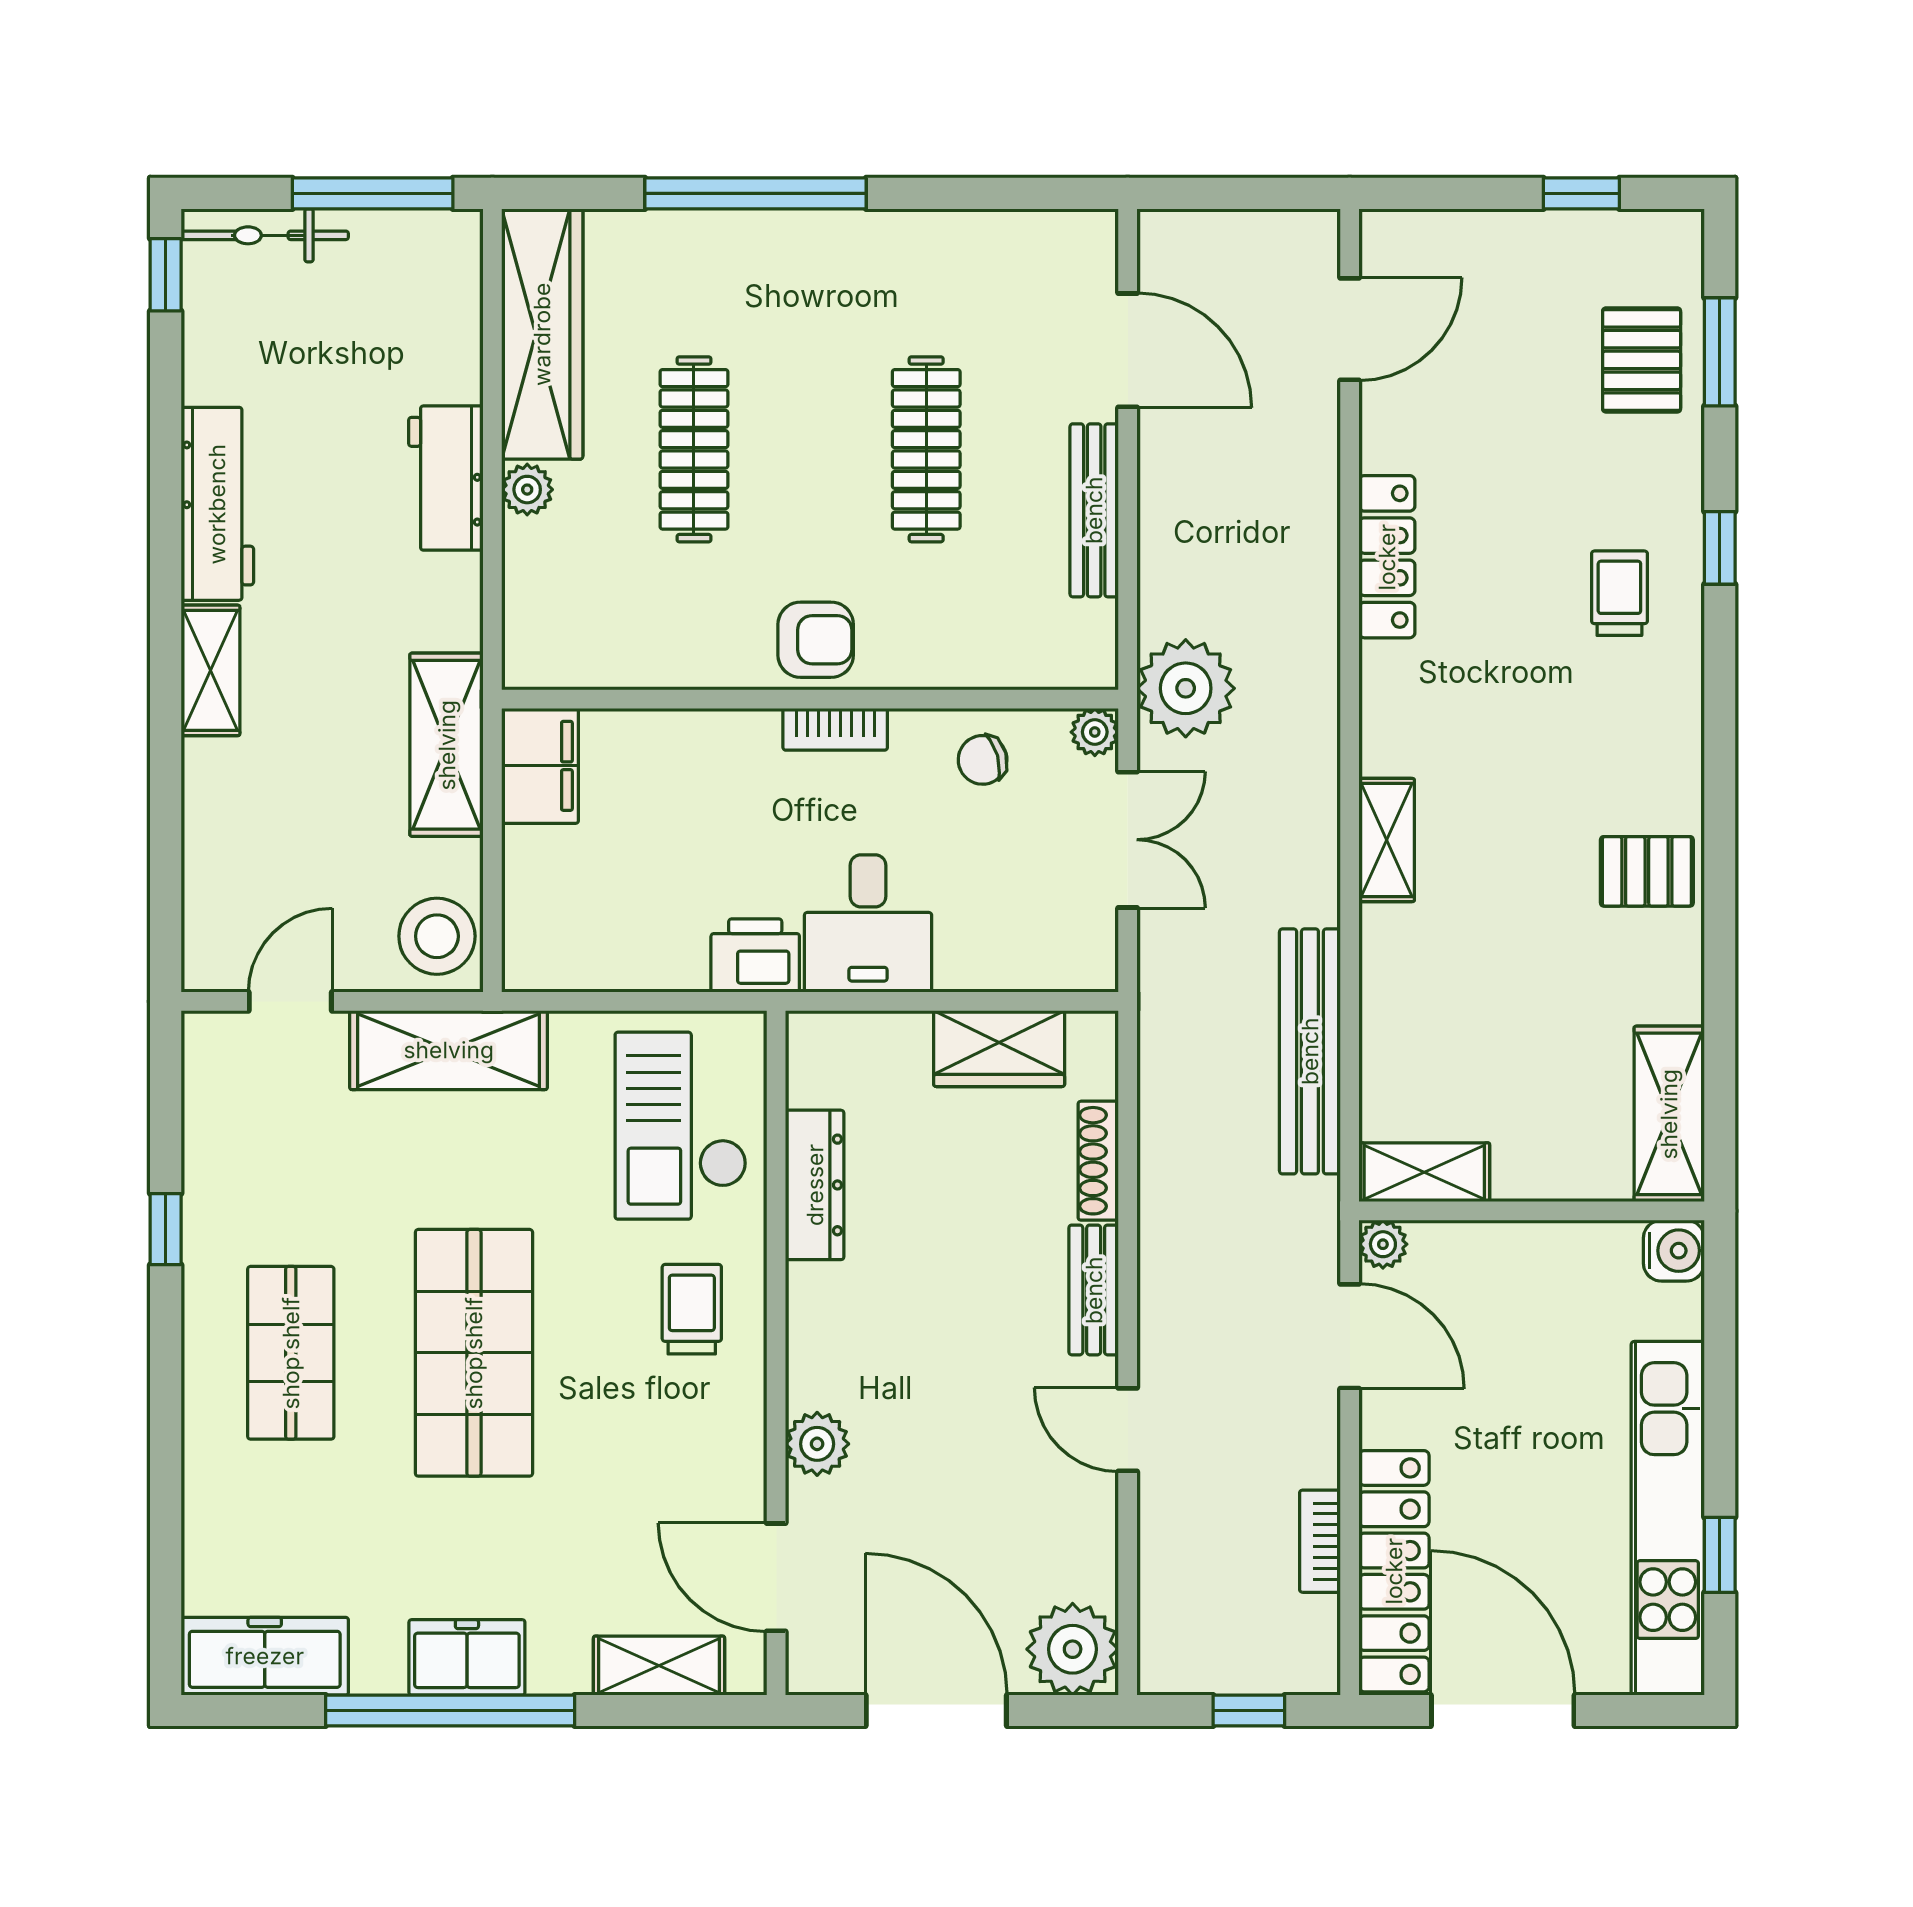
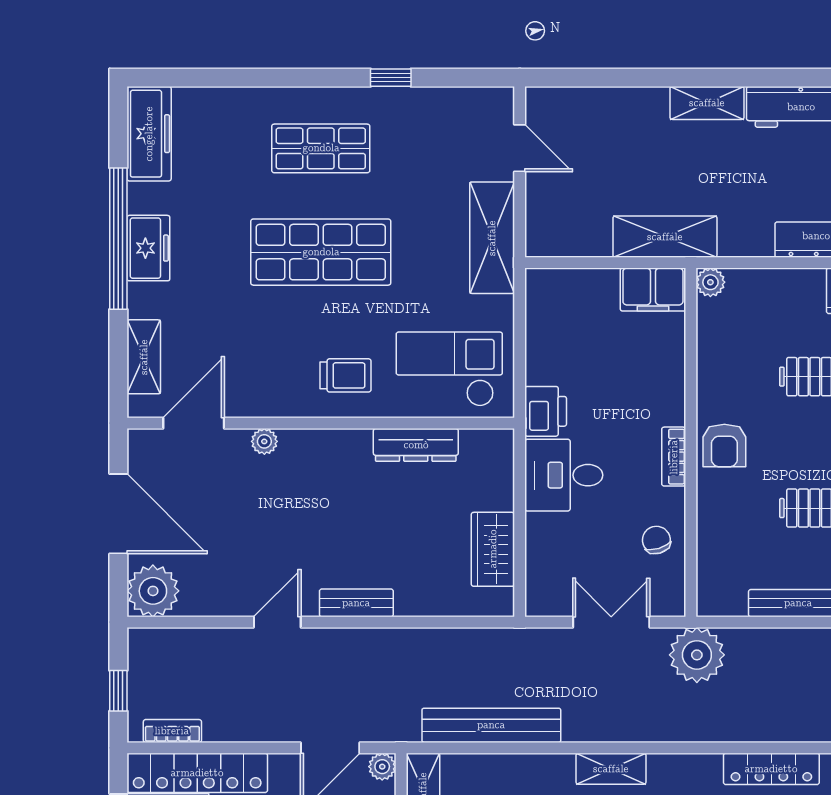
plant: (527, 490) -> (710, 282), moved
plant: (1095, 732) -> (672, 603), removed
double door: (1128, 840) -> (611, 622), swing flipped
stool: (437, 936) -> (557, 231), removed
shoe rack: (1098, 1161) -> (429, 605), removed
plant: (817, 1444) -> (264, 441), width x0.73, depth x0.73
bookcase: (1320, 1541) -> (172, 731), moved
door: (936, 1710) -> (118, 514), hinge flipped

